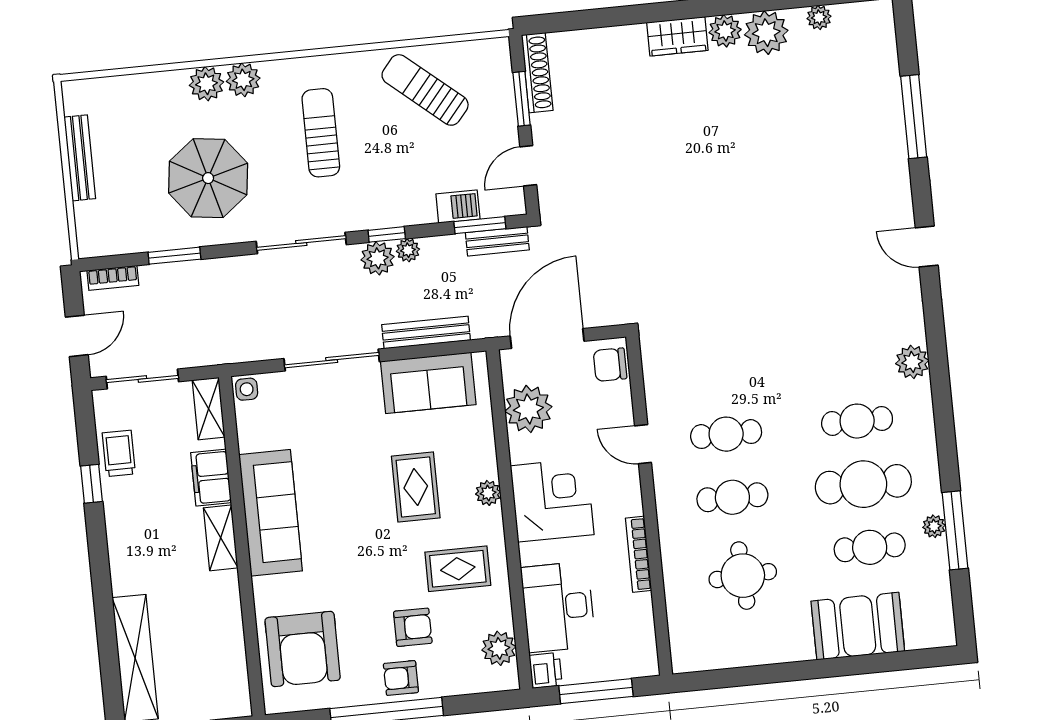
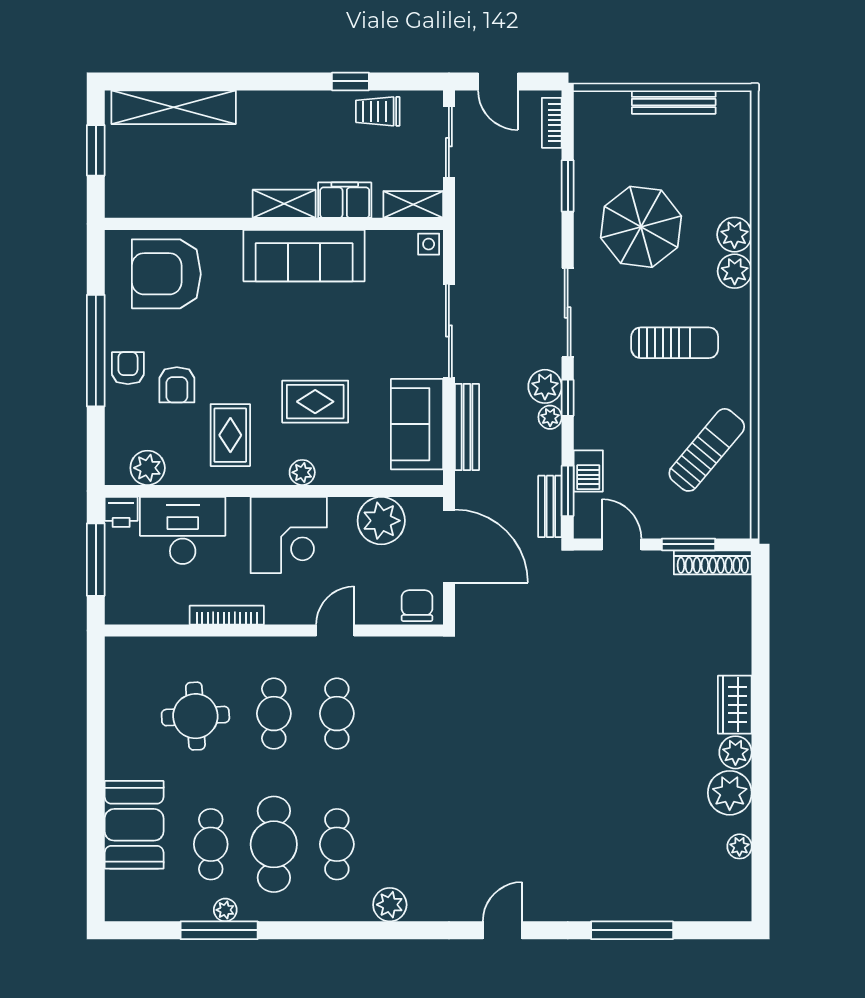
trolley: (119, 453) -> (378, 111), turned 180

